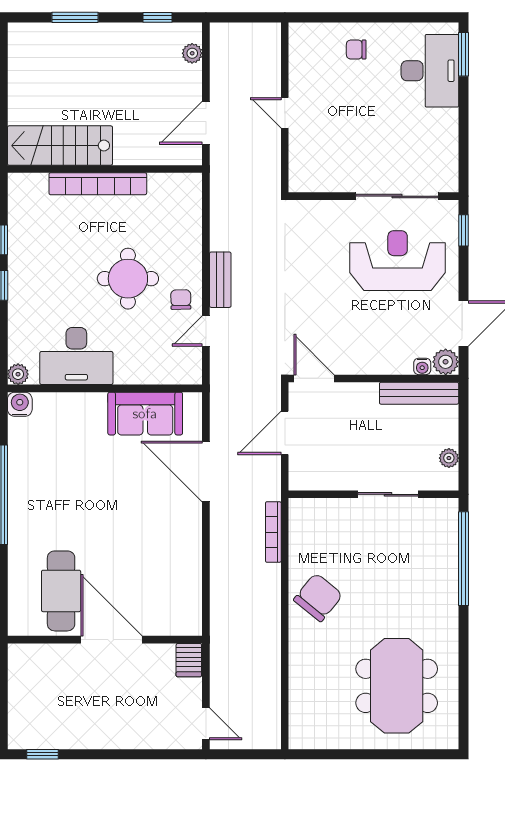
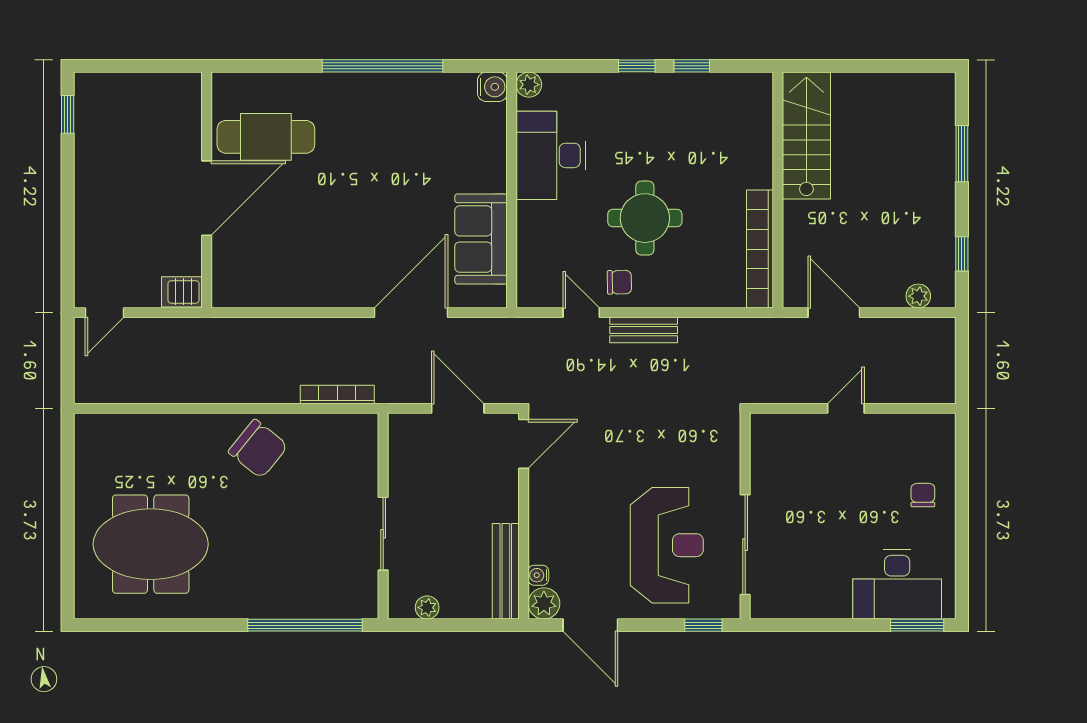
bookcase: (98, 184) -> (760, 249), moved

